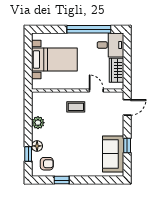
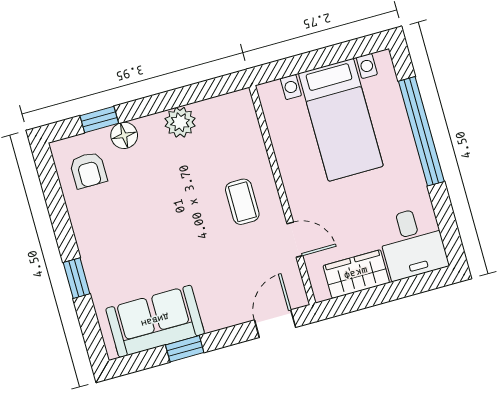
window: (89, 29) -> (421, 131), moved
door: (96, 91) -> (295, 240), hinge flipped
door: (127, 107) -> (275, 324), swing flipped
window: (62, 180) -> (77, 278), moved

